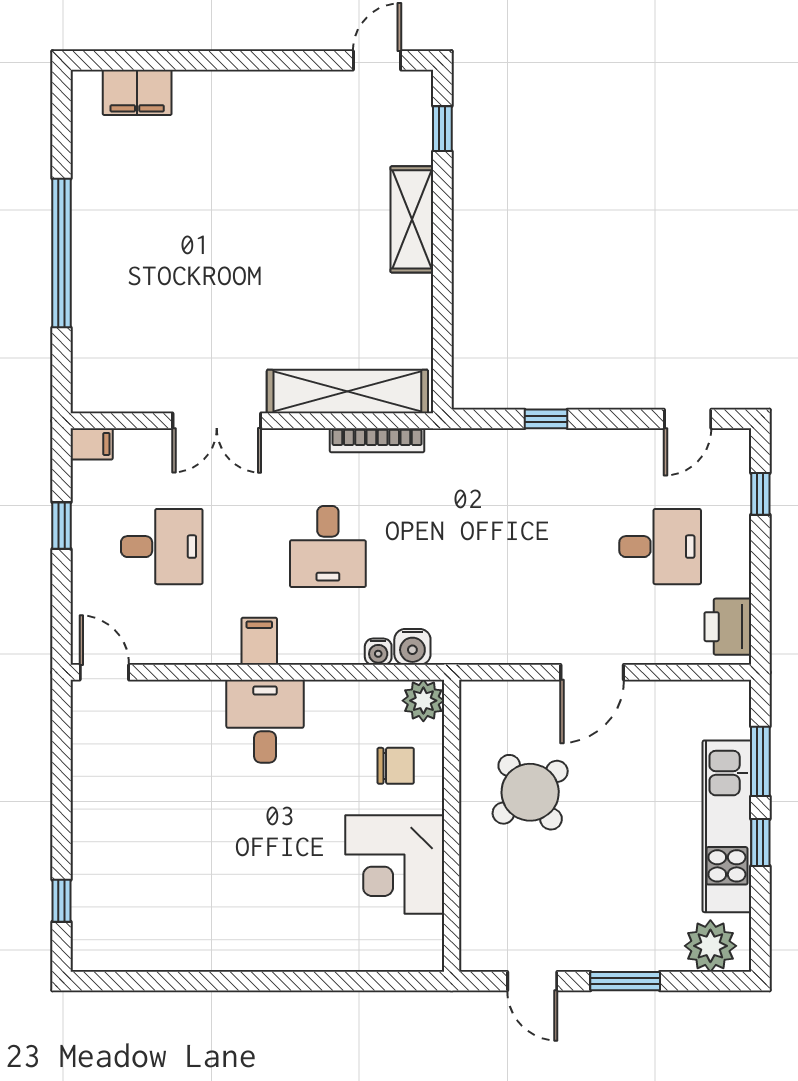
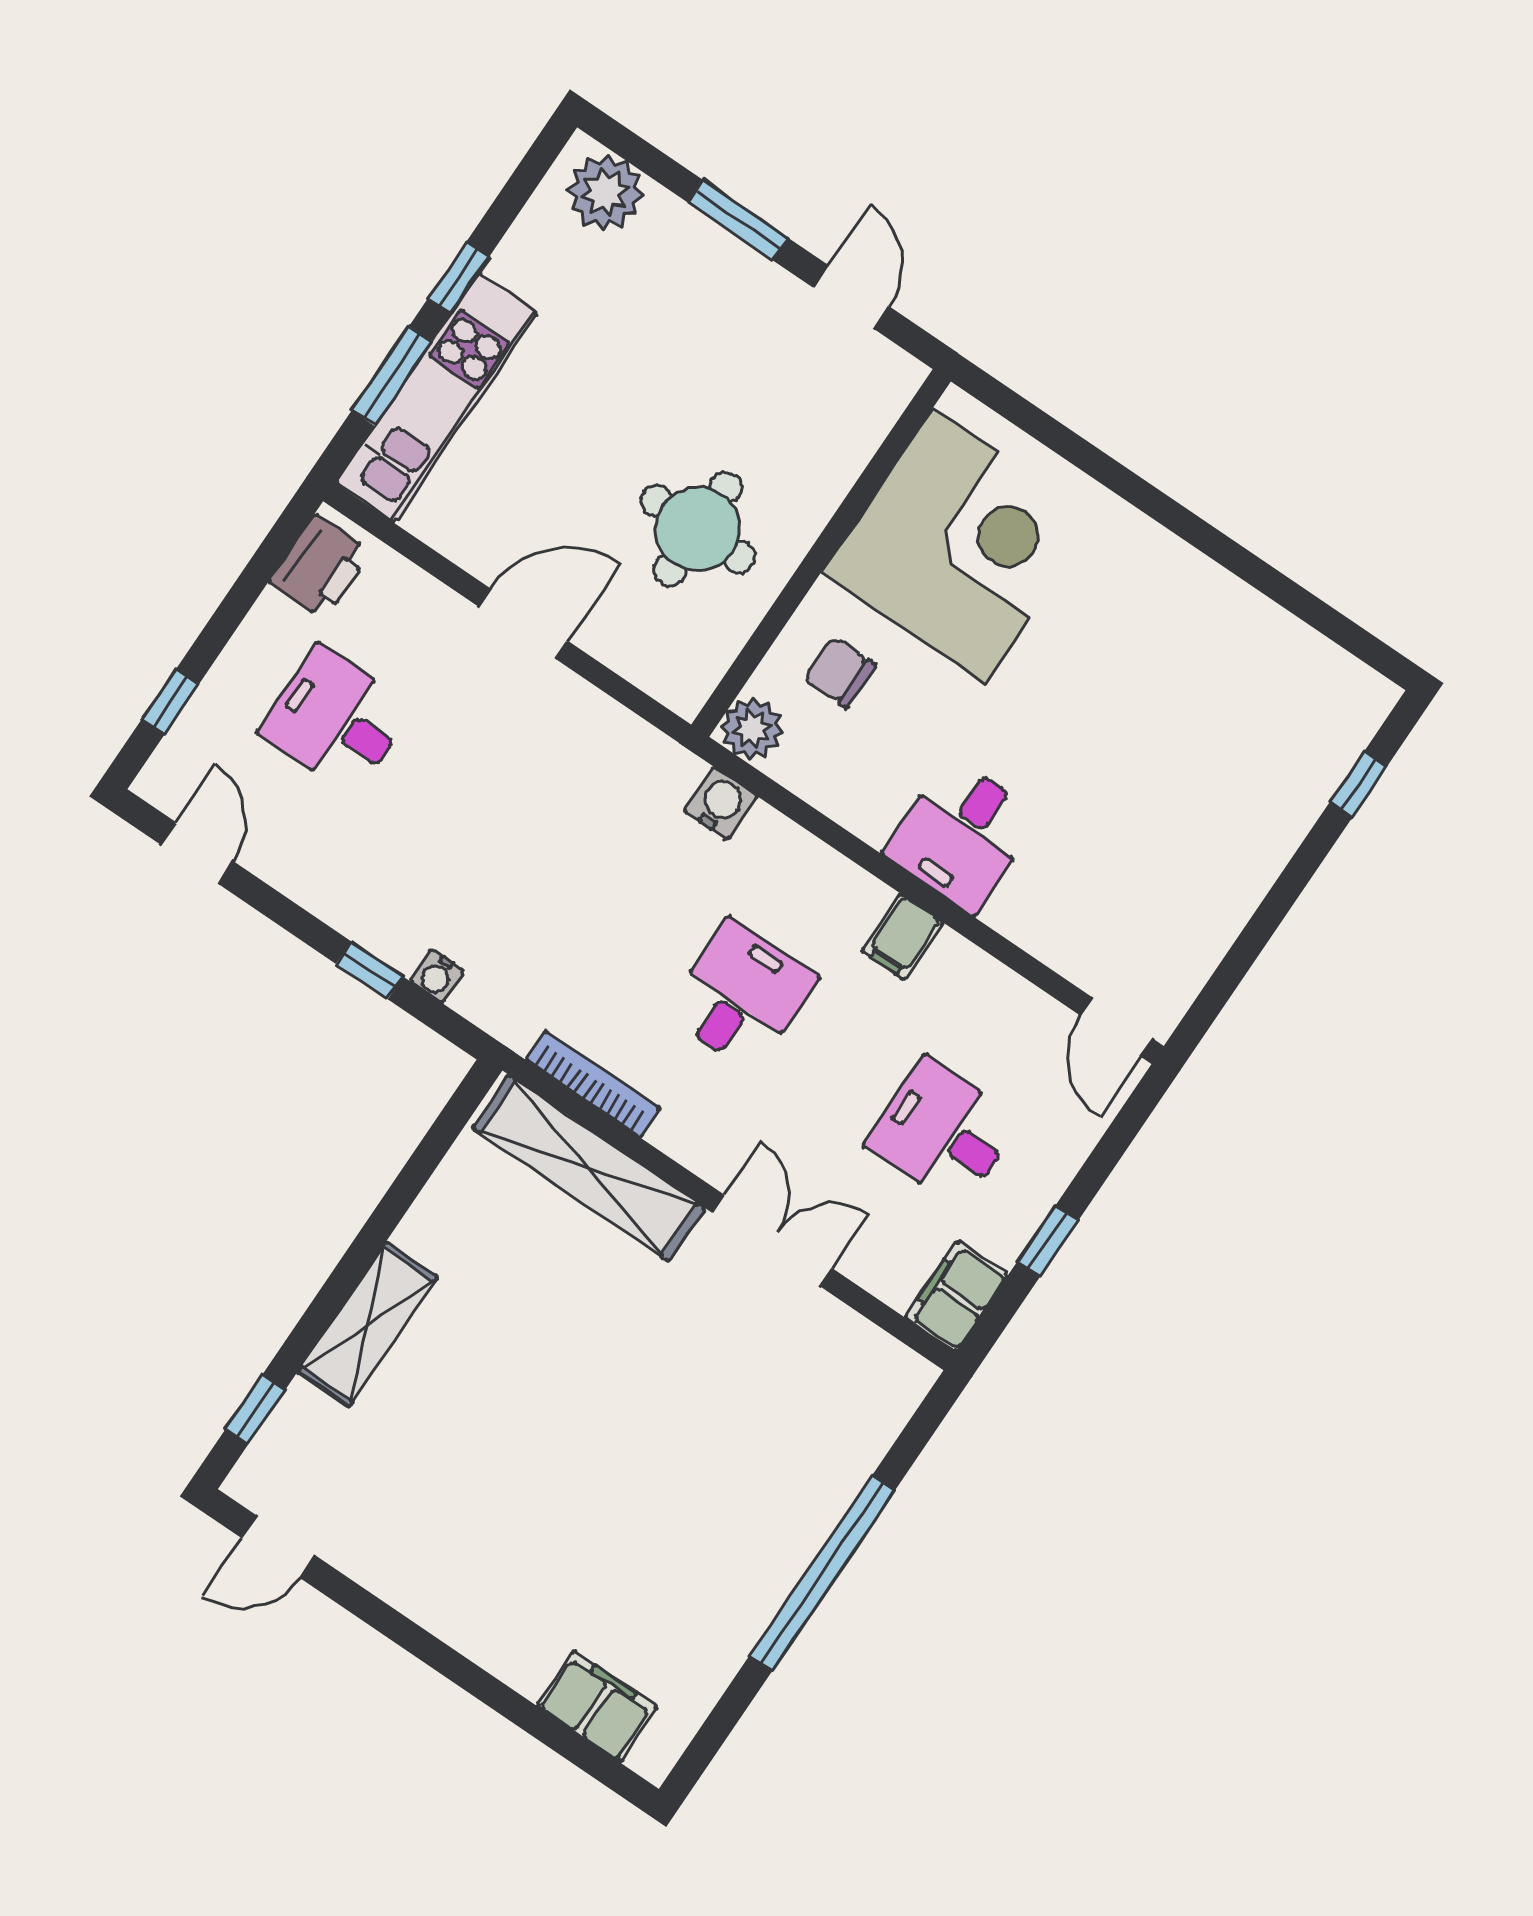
door: (688, 419) -> (197, 853), hinge flipped
filing cabinet: (92, 444) -> (956, 1297), width x2.00
water cooler: (378, 652) -> (437, 976), moved, turned 180
round table: (530, 792) -> (698, 529), turned 38
kitchen unit: (727, 826) -> (437, 397), moved
corner desk: (395, 865) -> (959, 546), width x1.36, depth x1.36

